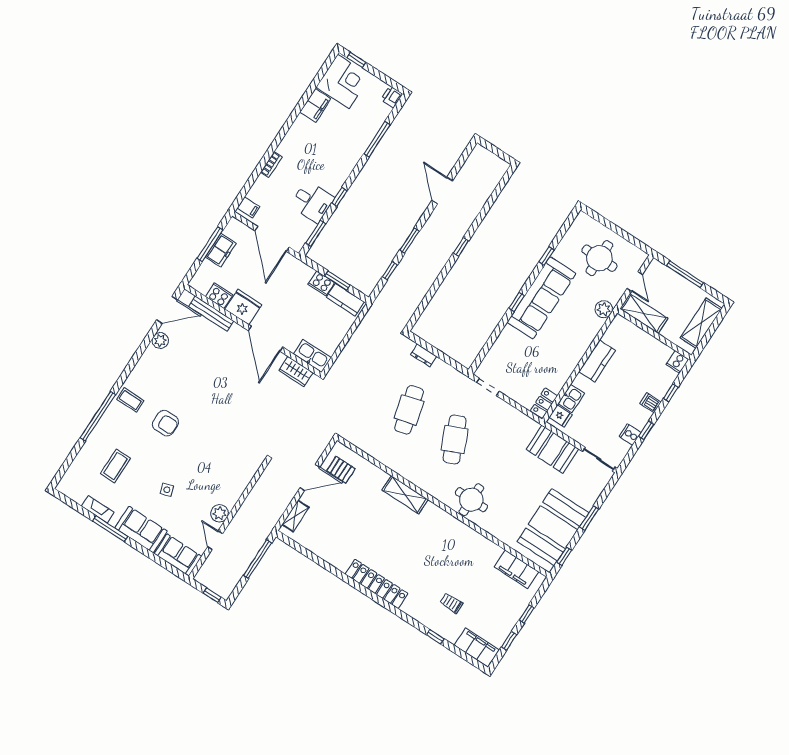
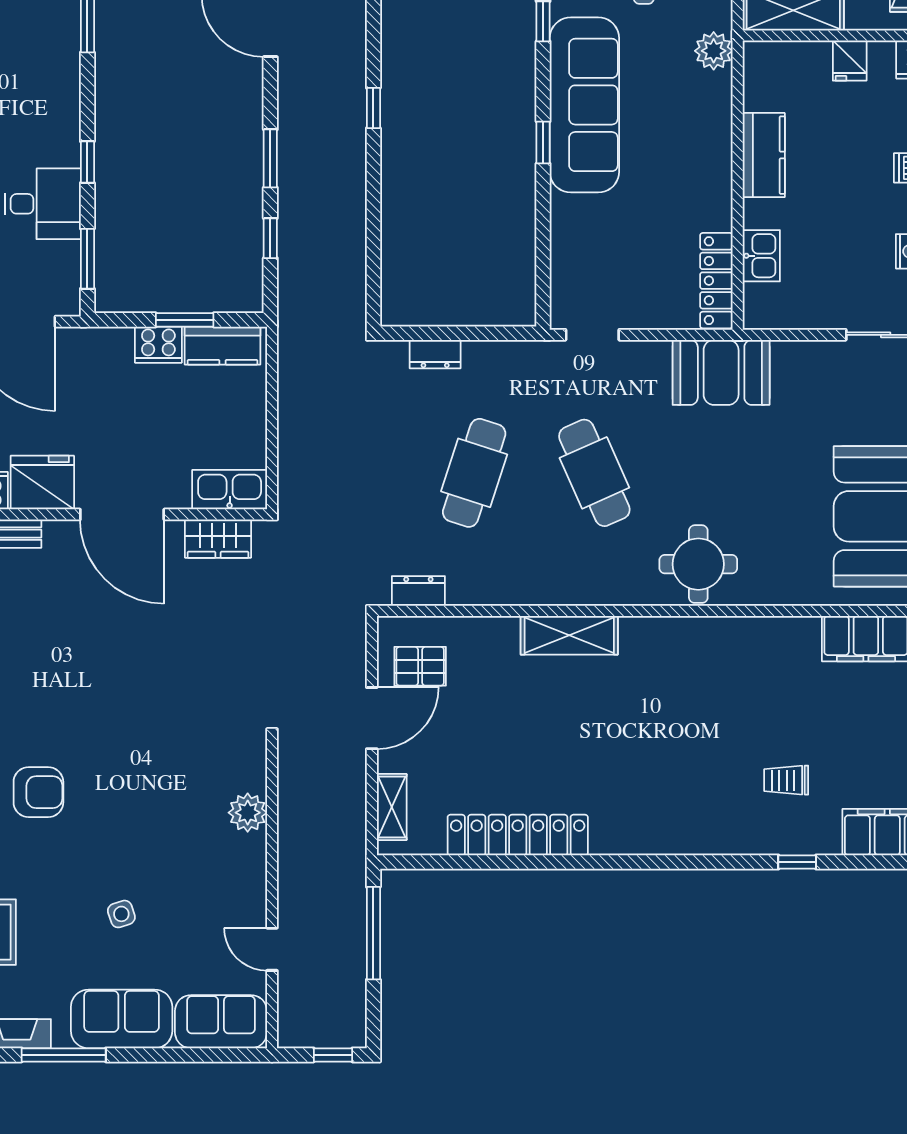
locker: (544, 403) -> (716, 281), width x1.53
cafe table: (409, 410) -> (474, 473), turned 33
fridge: (561, 416) -> (850, 61), moved, turned 90
dresser: (359, 441) -> (418, 591), added
booth: (552, 449) -> (721, 372), moved
plant: (220, 513) -> (248, 813), moved
locker: (377, 584) -> (518, 835), moved

